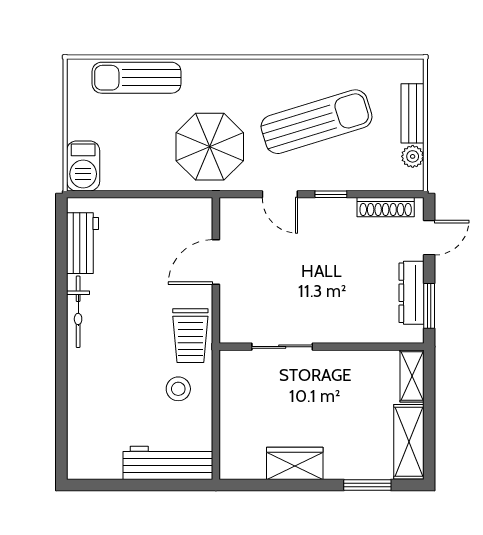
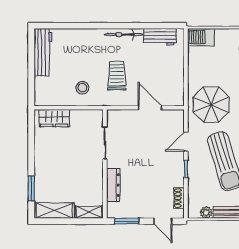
shoe rack: (386, 207) -> (179, 198), width x0.70
dresser: (411, 293) -> (113, 185), moved, turned 90
trolley: (190, 336) -> (117, 76), moved, turned 90
workbench: (168, 463) -> (43, 52), moved
wardrobe: (295, 463) -> (54, 118), moved, turned 90

